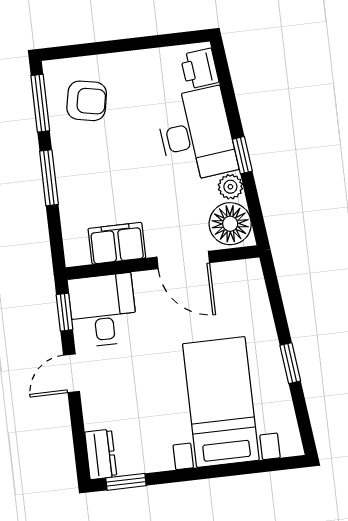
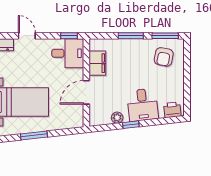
desk: (196, 135) -> (143, 105), width x0.73
floor lamp: (230, 224) -> (100, 116), removed
window: (290, 363) -> (34, 135), width x1.50
door: (72, 373) -> (27, 36), moved

